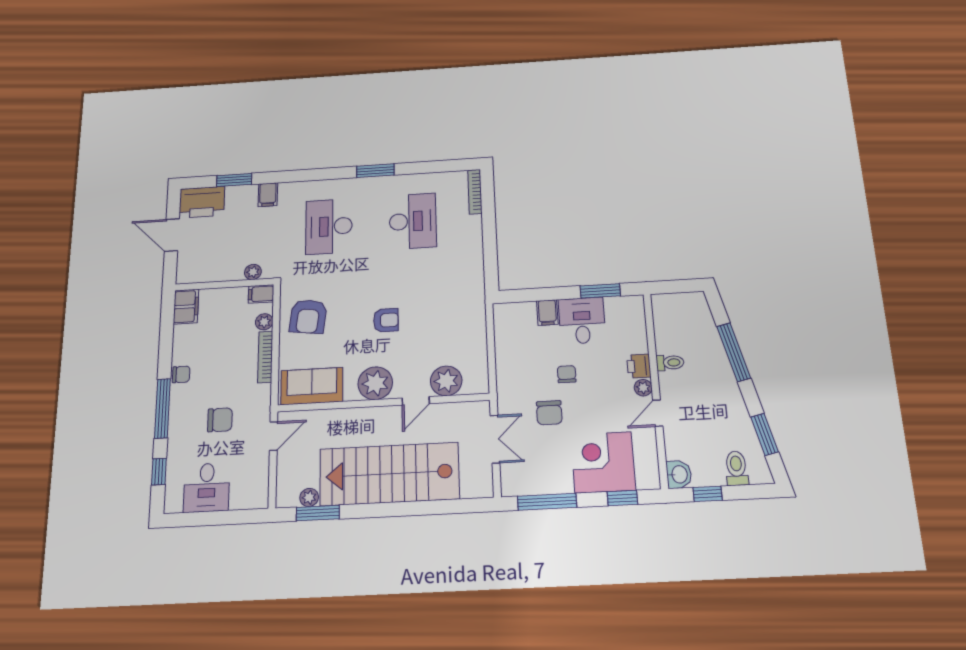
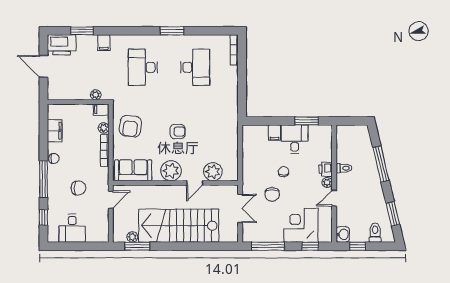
filing cabinet: (186, 307) -> (55, 131), moved

